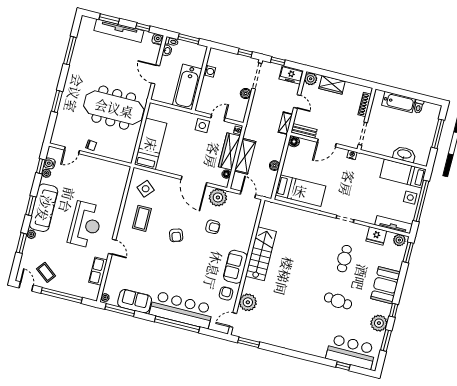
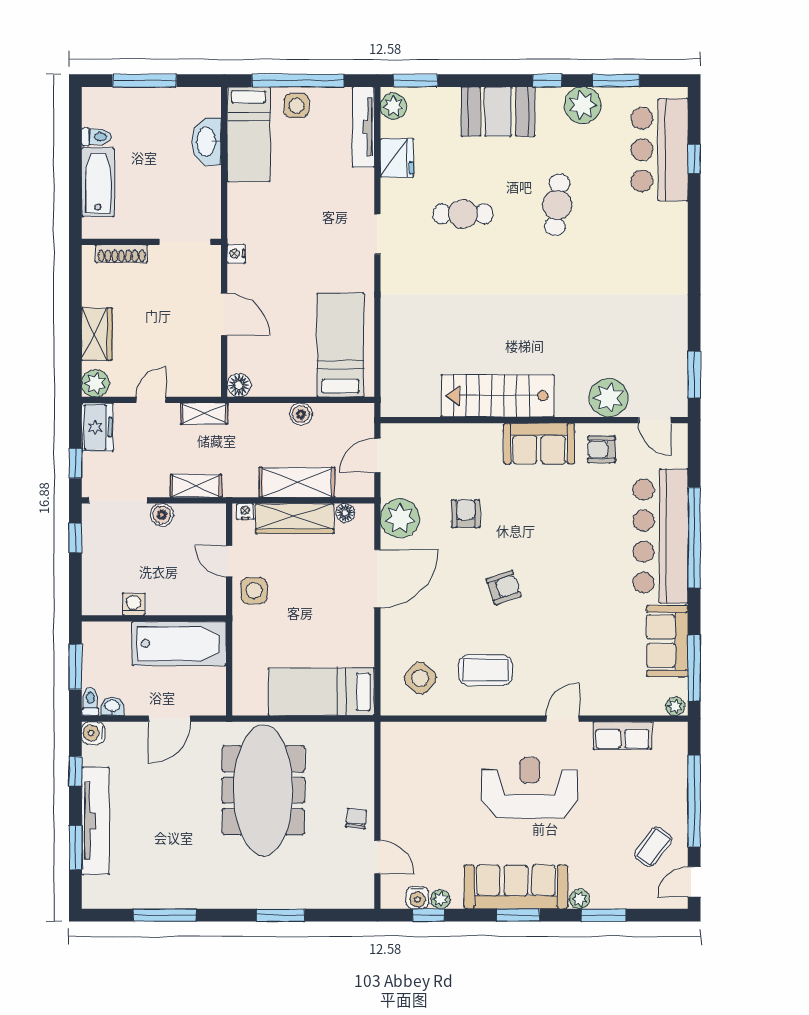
shelving: (255, 112) -> (196, 486), added
bench: (304, 131) -> (211, 370), removed

